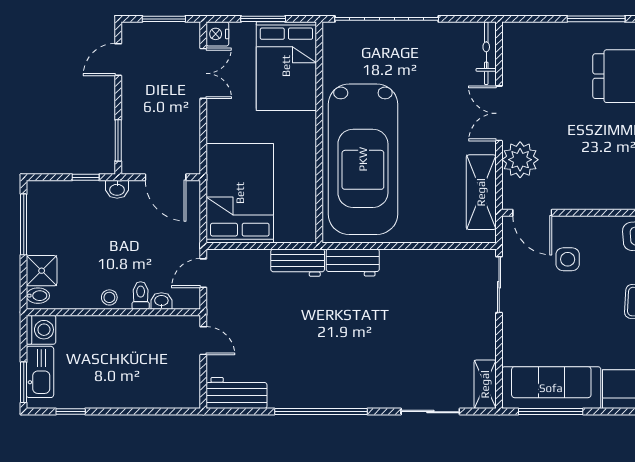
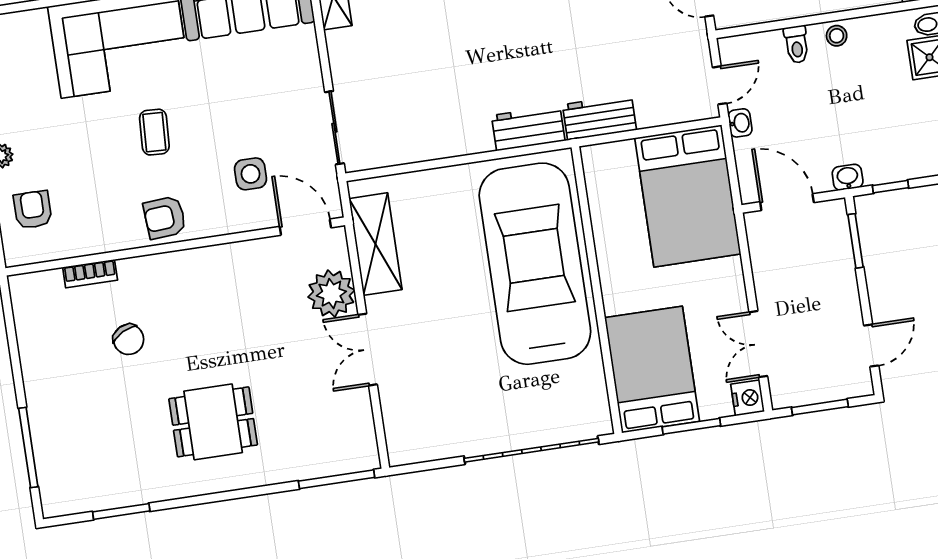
window: (596, 19) -> (337, 479), moved
bicycle: (486, 53) -> (396, 425), removed
double door: (499, 113) -> (368, 350), swing flipped
washbasin: (161, 301) -> (740, 123), moved, turned -90

